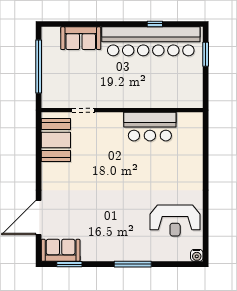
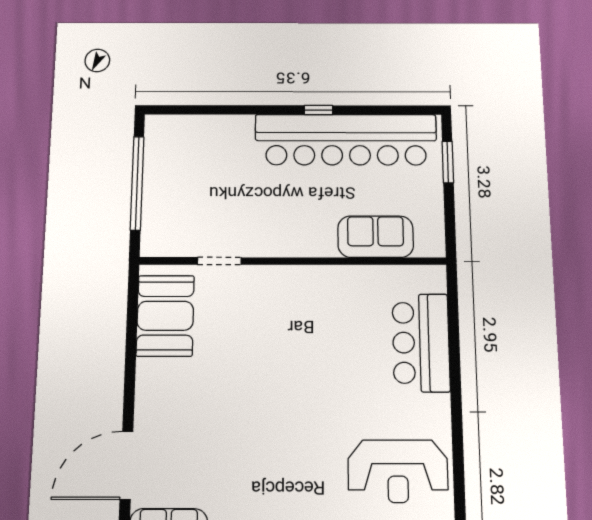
window: (155, 24) -> (319, 110), moved
sofa: (81, 38) -> (376, 237), moved, turned 180
bar counter: (150, 127) -> (421, 343), moved, turned 90

